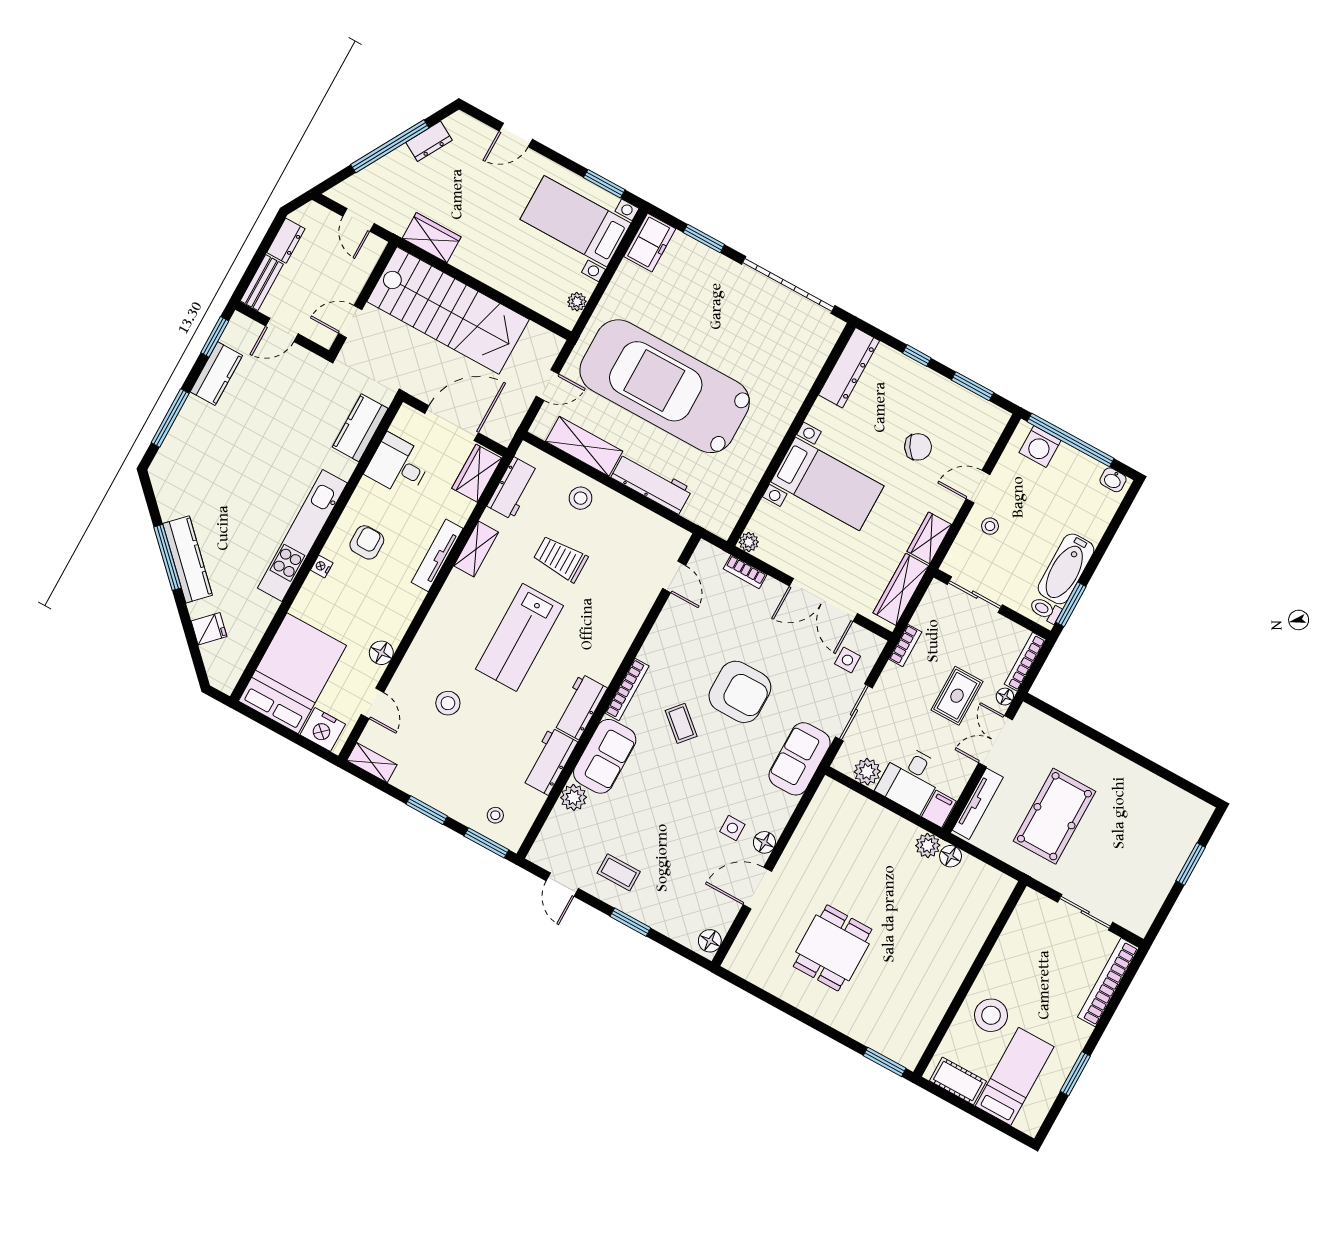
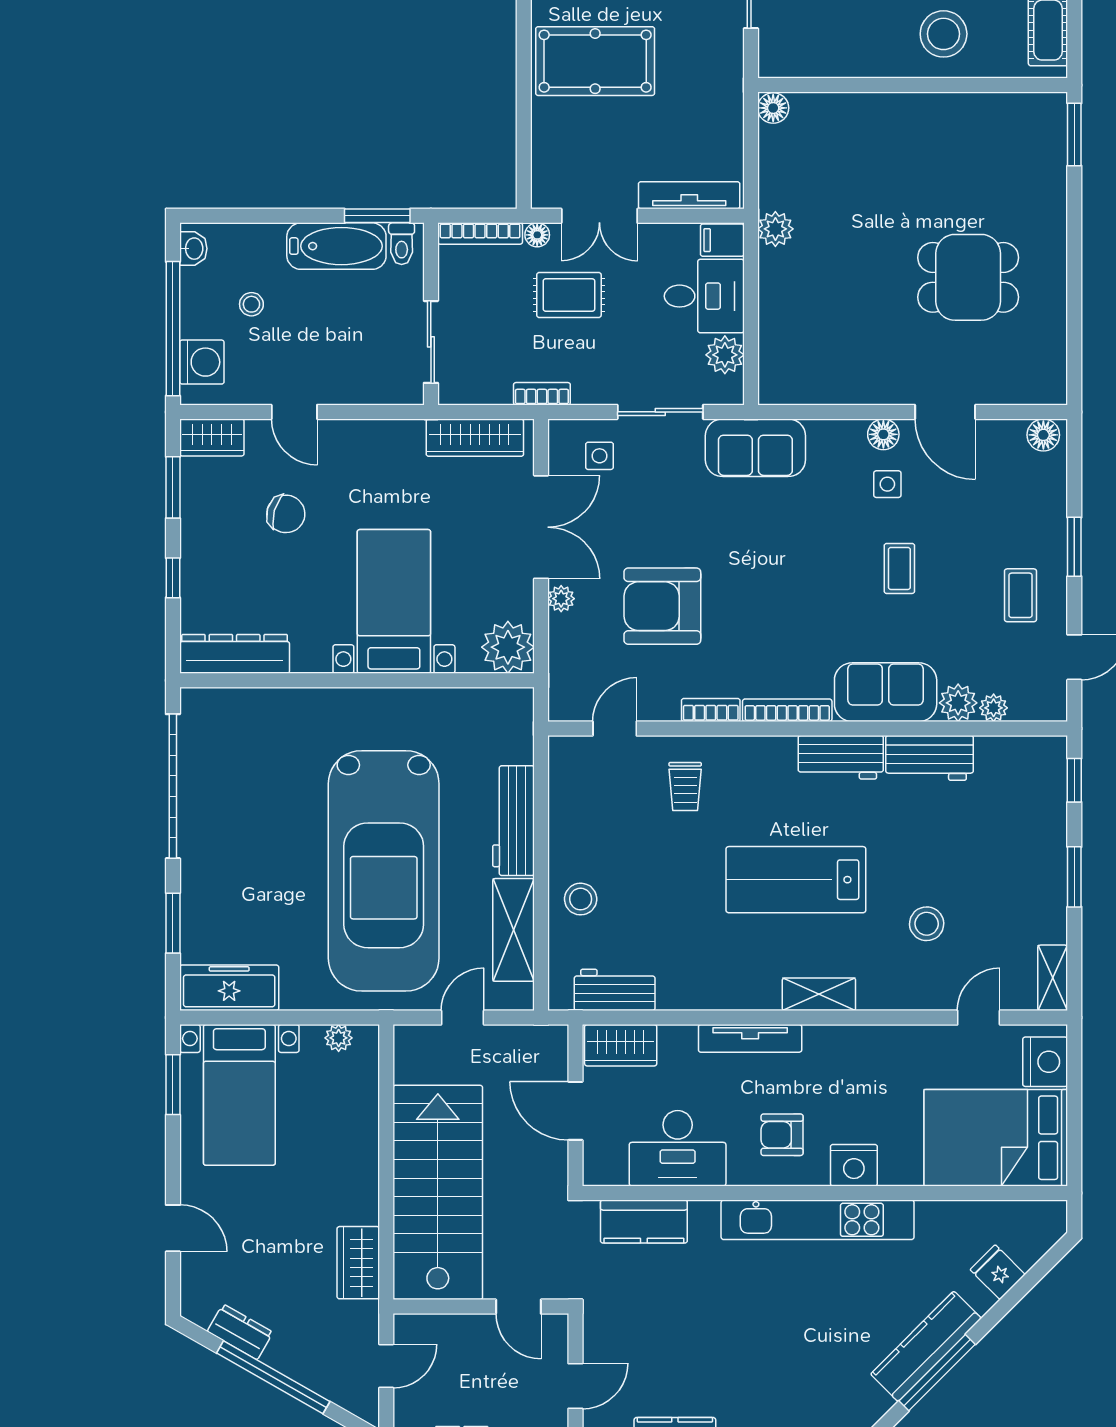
freezer: (650, 243) -> (229, 988), width x1.40
door: (282, 330) -> (575, 1386), hinge flipped
door: (547, 385) -> (463, 1018), hinge flipped
door: (452, 423) -> (575, 1111), width x0.73
chair: (918, 447) -> (286, 514), turned 138
desk: (398, 465) -> (678, 1148), width x1.37
stool: (990, 526) -> (251, 304), moved
wardrobe: (929, 538) -> (212, 437), moved
plant: (749, 542) -> (508, 647), width x1.88, depth x1.88
shelving: (476, 549) -> (819, 994), moved
trolley: (561, 559) -> (685, 786), moved, width x0.73, depth x0.72
nightstand: (322, 567) -> (854, 1165), width x1.89, depth x1.79
bookcase: (745, 572) -> (711, 710), moved, turned -90
plant: (772, 588) -> (561, 599), added
lab bench: (519, 637) -> (796, 880), turned 180
floor lamp: (381, 653) -> (910, 1041), removed
armchair: (740, 692) -> (662, 606), moved, turned -90
coffee table: (681, 723) -> (899, 568), moved, turned -41
stool: (495, 815) -> (1034, 788), removed
pool table: (1054, 816) -> (595, 61), moved
plant: (558, 818) -> (994, 708), added
window: (486, 843) -> (1074, 780), width x0.67
floor lamp: (951, 856) -> (773, 108), moved

